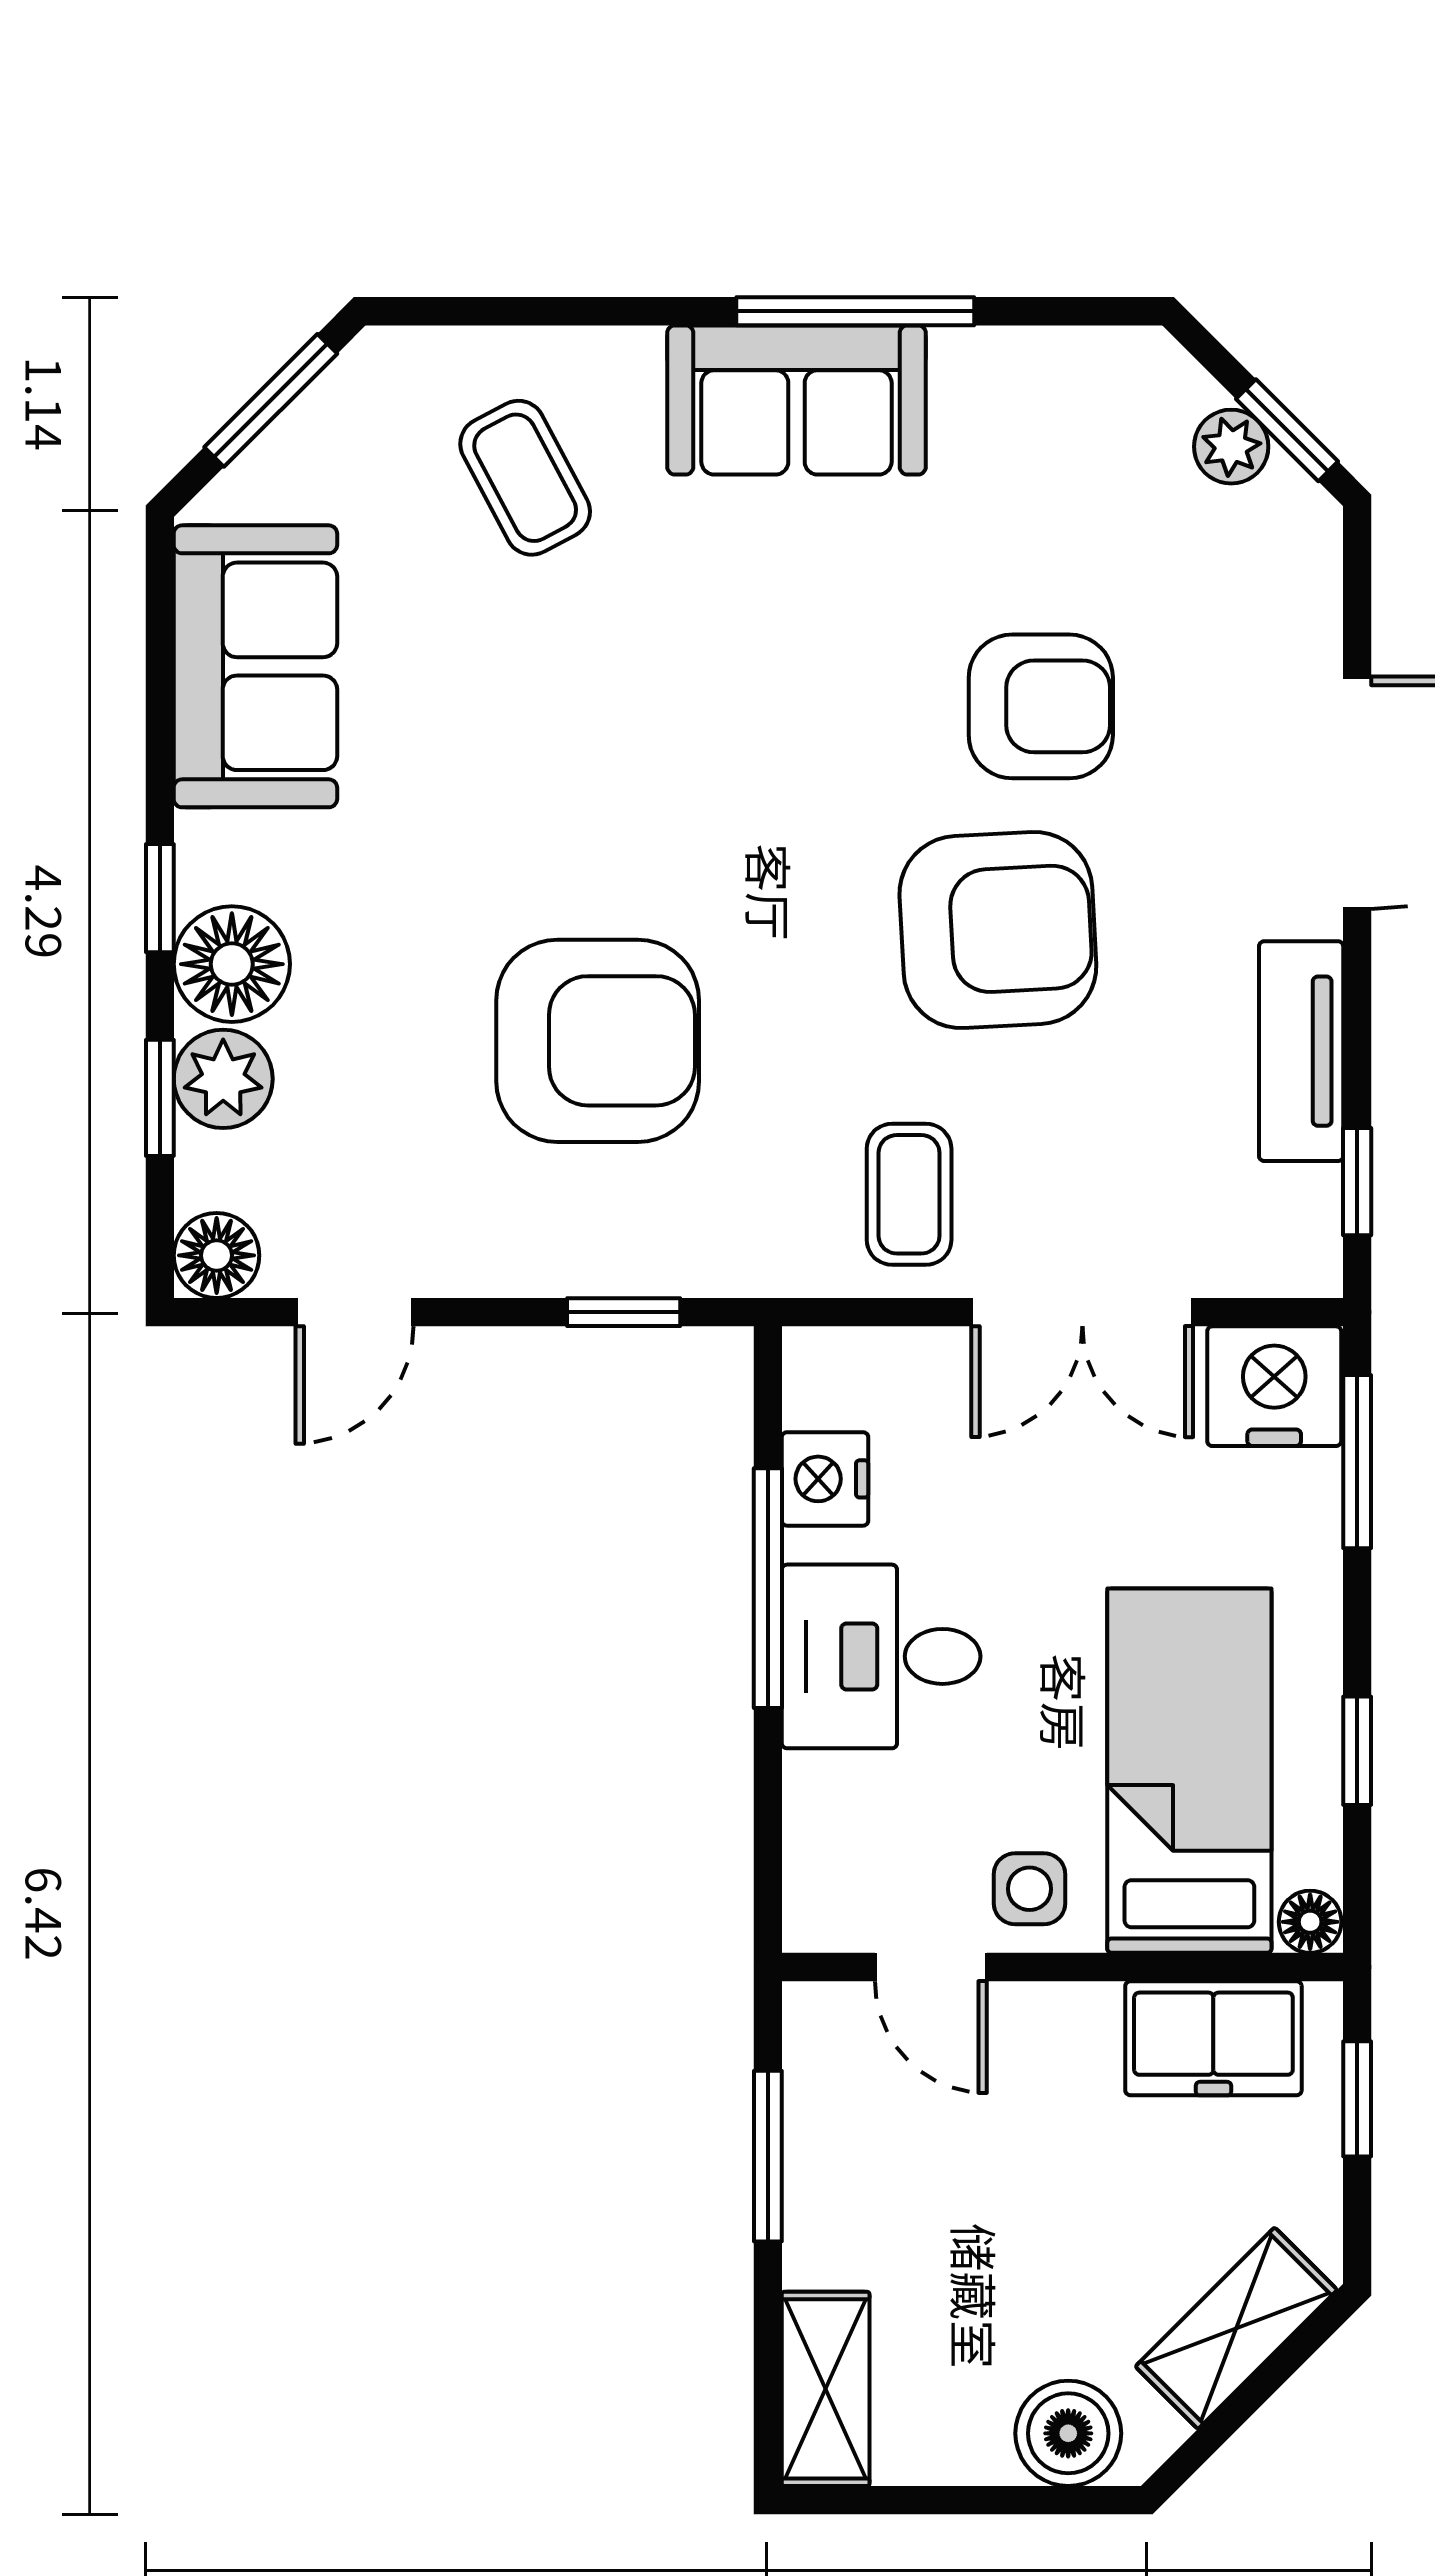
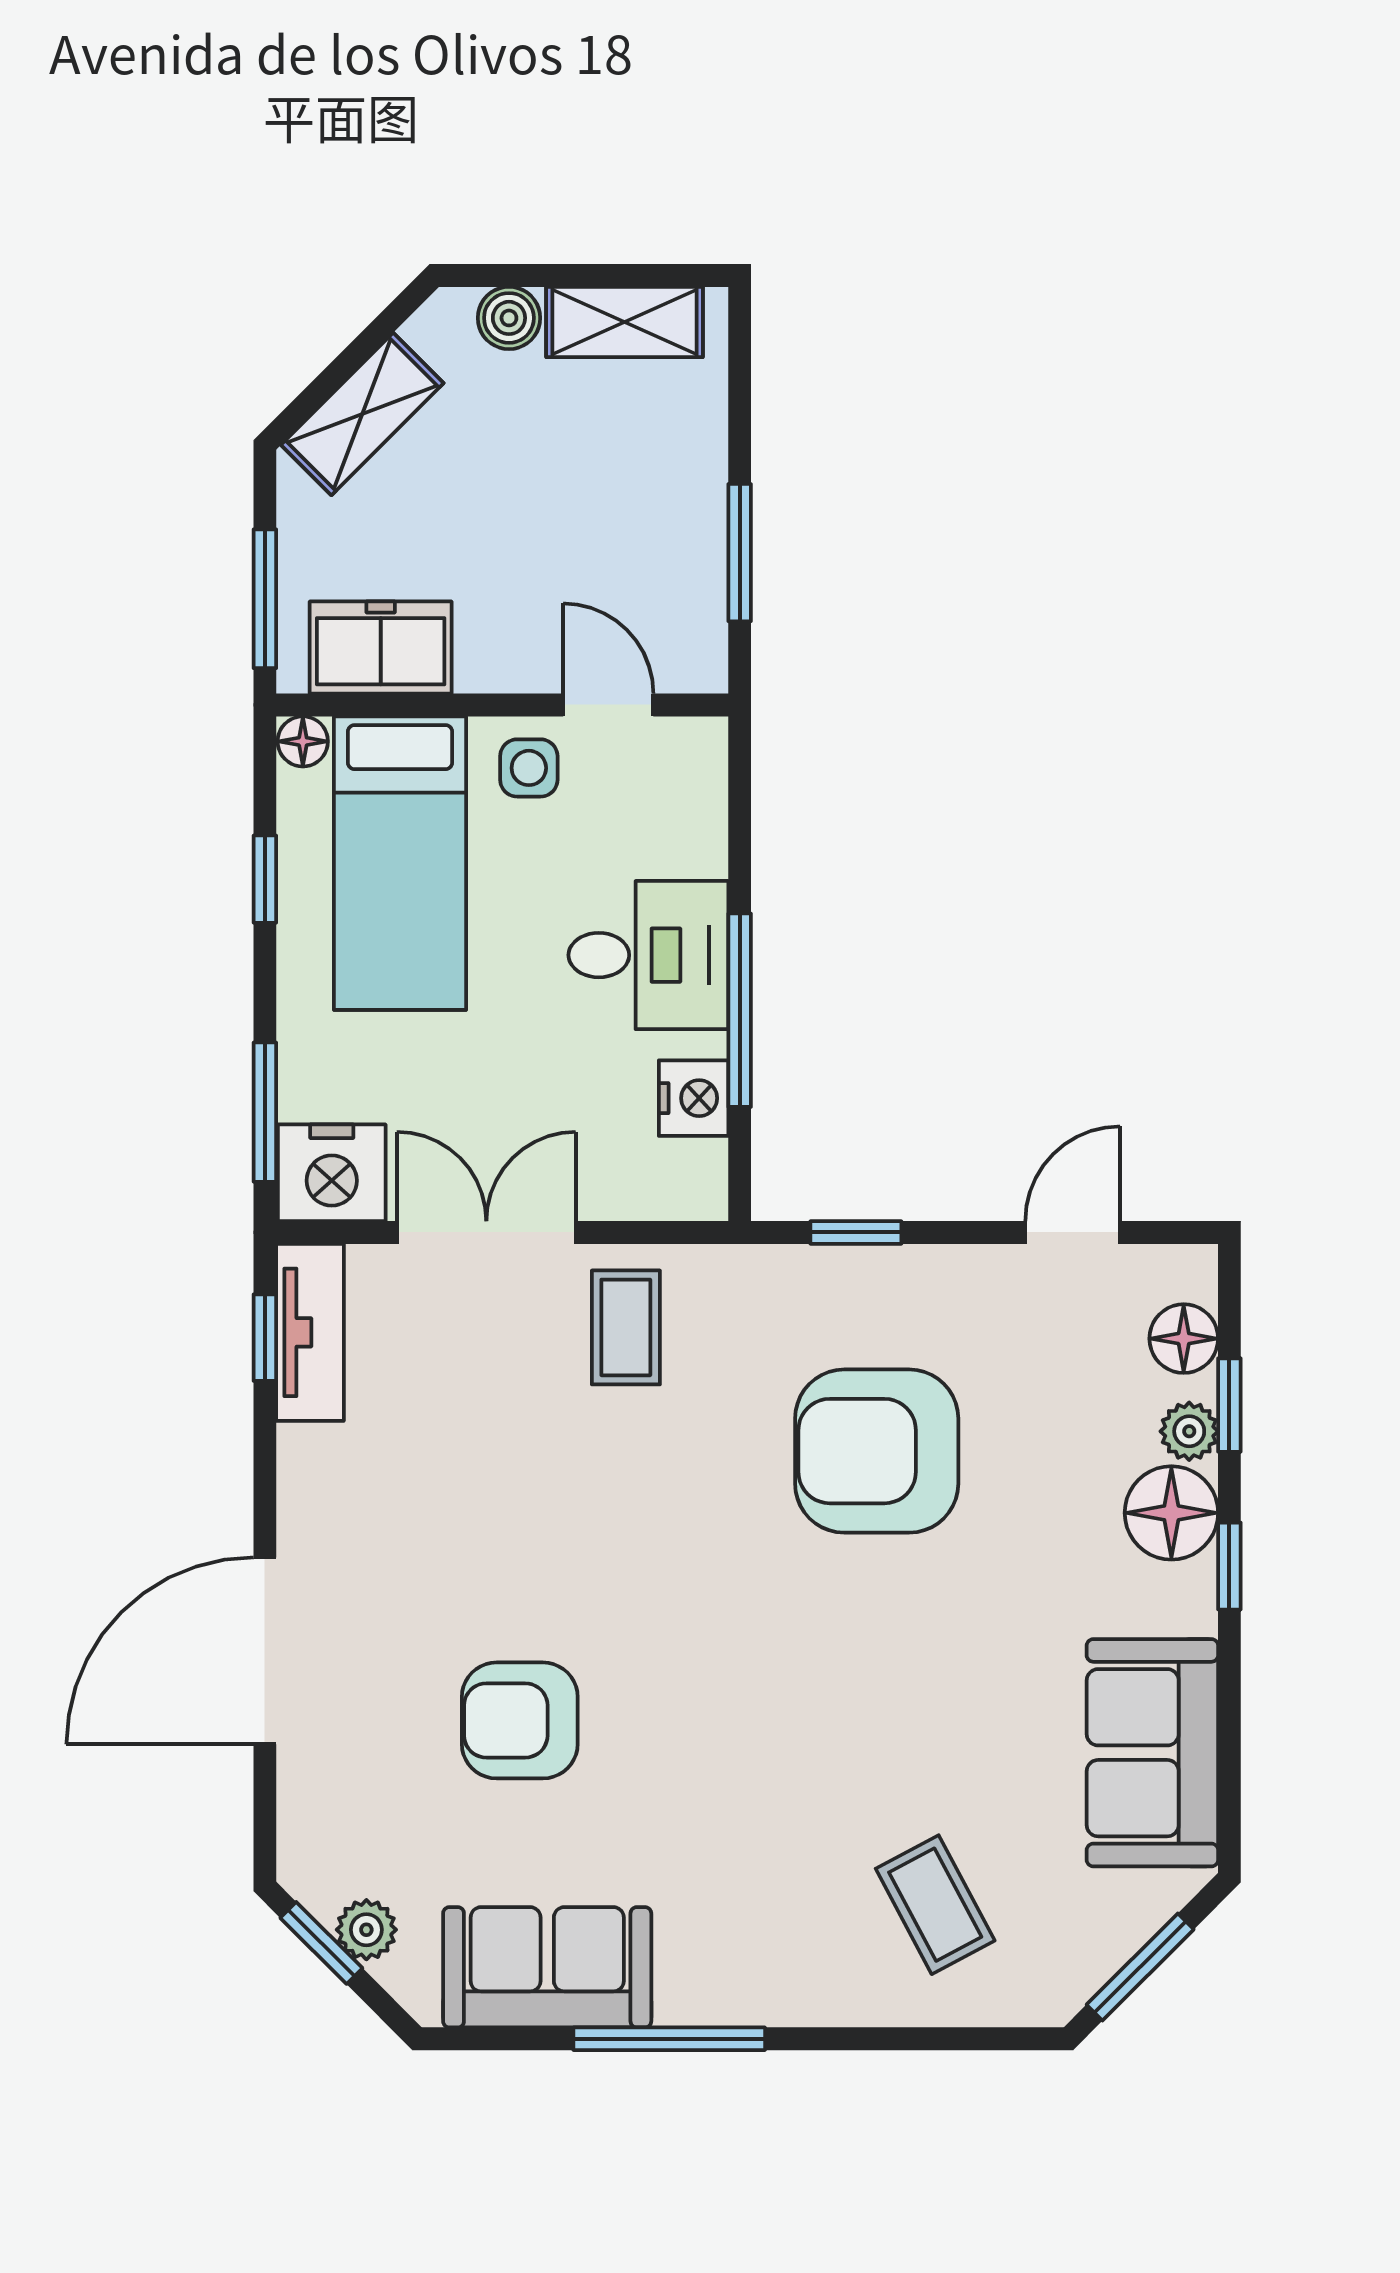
sofa: (796, 400) -> (547, 1967), moved
armchair: (998, 930) -> (554, 1540), removed
tv unit: (1301, 1051) -> (310, 1332), moved
plant: (223, 1079) -> (1189, 1431), width x0.73, depth x0.73
floor lamp: (217, 1255) -> (1184, 1339), moved
window: (1357, 2099) -> (265, 599), width x1.50
shelving: (826, 2389) -> (625, 322), moved, turned 90
boiler: (1068, 2433) -> (509, 318), width x0.73, depth x0.73

